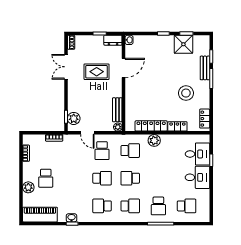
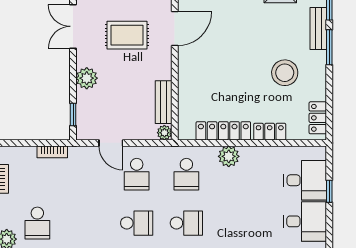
plant: (74, 118) -> (87, 78), moved
school desk: (130, 151) -> (186, 174), turned 90
school desk: (130, 178) -> (186, 223), turned 180

